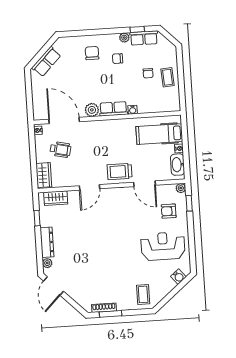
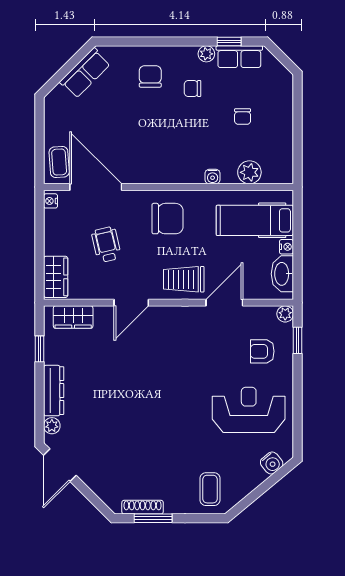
row of seats: (46, 62) -> (85, 73), moved
coffee table: (167, 77) -> (59, 162), moved
row of seats: (113, 109) -> (180, 173), removed
plant: (92, 110) -> (249, 172), moved
chair: (108, 136) -> (168, 219), added
wheelchair: (61, 150) -> (106, 245), moved, turned -116
door: (144, 184) -> (224, 303), swing flipped

